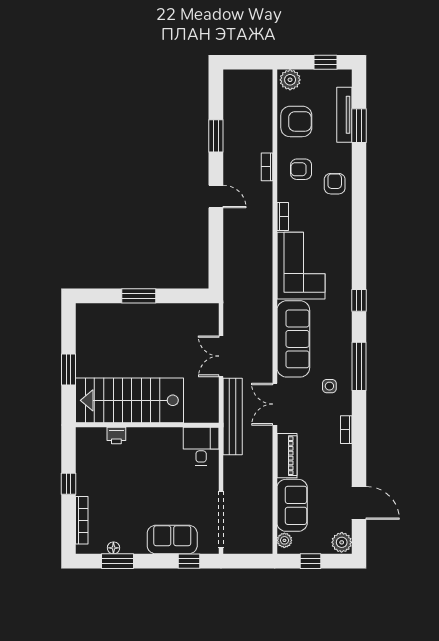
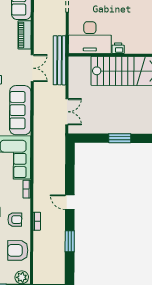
double door: (221, 356) -> (67, 112), moved
printer: (116, 435) -> (118, 48), moved
desk: (201, 446) -> (90, 38), width x1.87, depth x1.30

